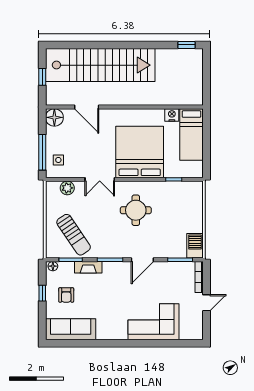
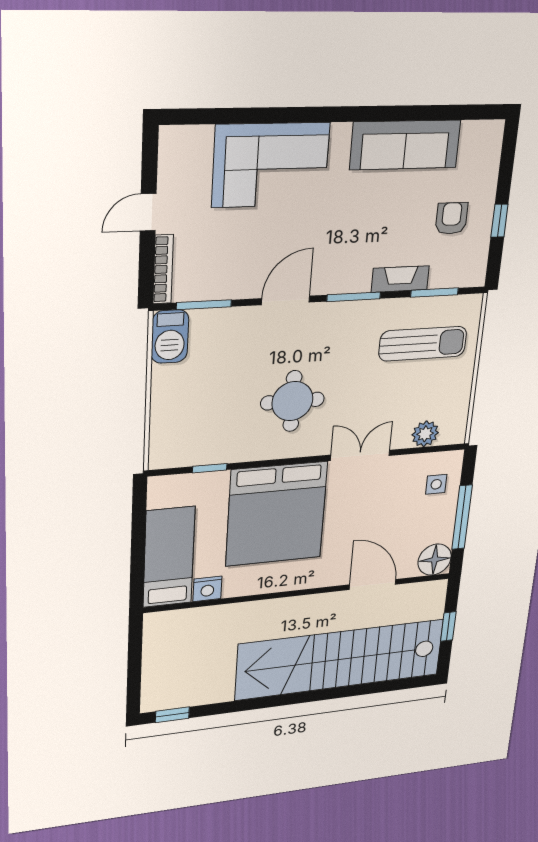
window: (42, 152) -> (462, 517), moved
sun lounger: (74, 235) -> (423, 344), turned 124
floor lamp: (53, 266) -> (471, 278), removed
sofa: (71, 329) -> (405, 145), moved

